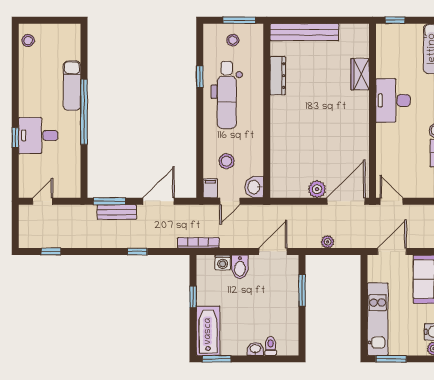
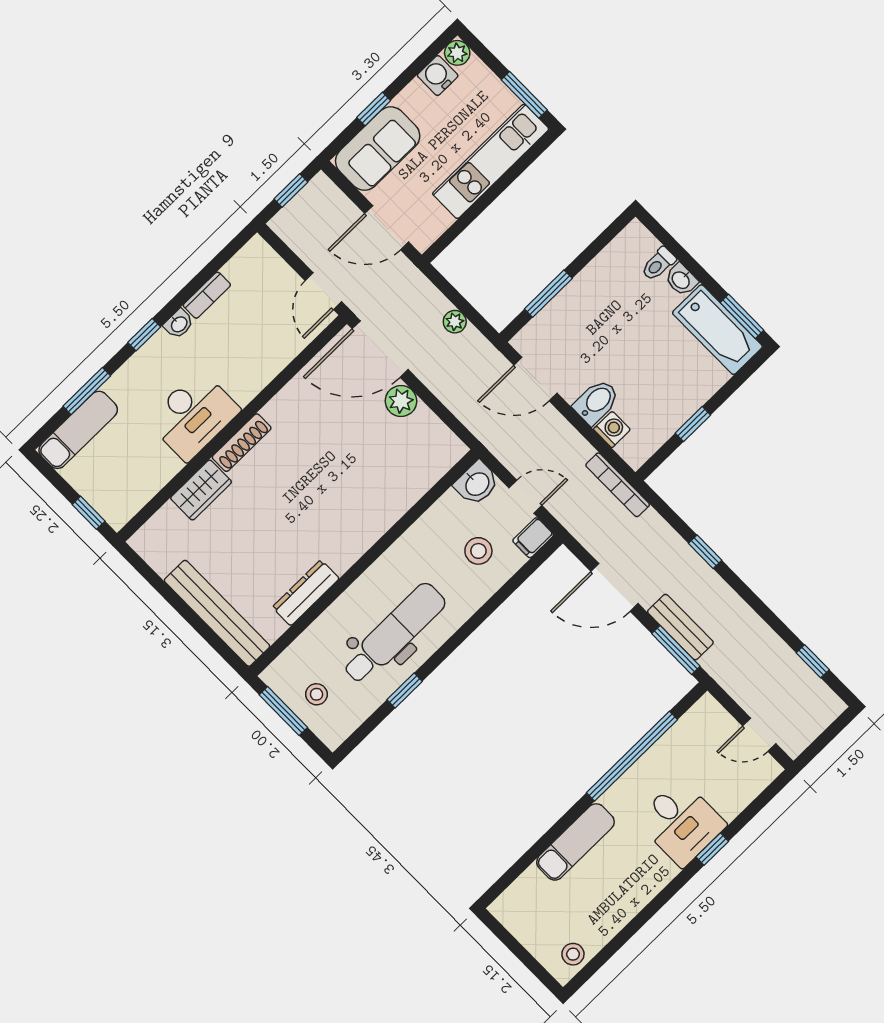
shoe rack: (363, 109) -> (242, 443), added
window: (84, 112) -> (632, 756), moved
bathtub: (208, 331) -> (717, 330), moved, turned -90

